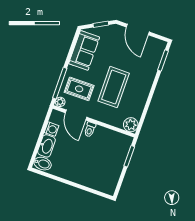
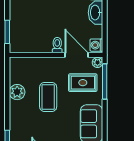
coffee table: (114, 87) -> (48, 97), width x0.73, depth x0.76
plant: (131, 125) -> (17, 92), moved
washing machine: (52, 129) -> (96, 45), moved

